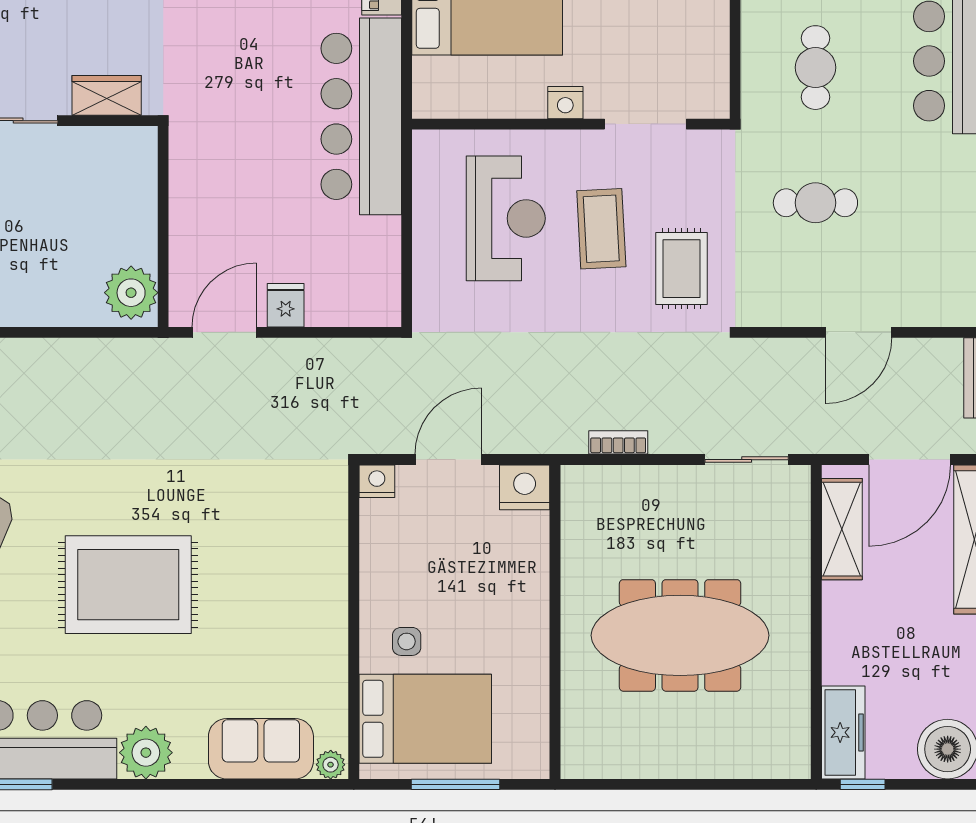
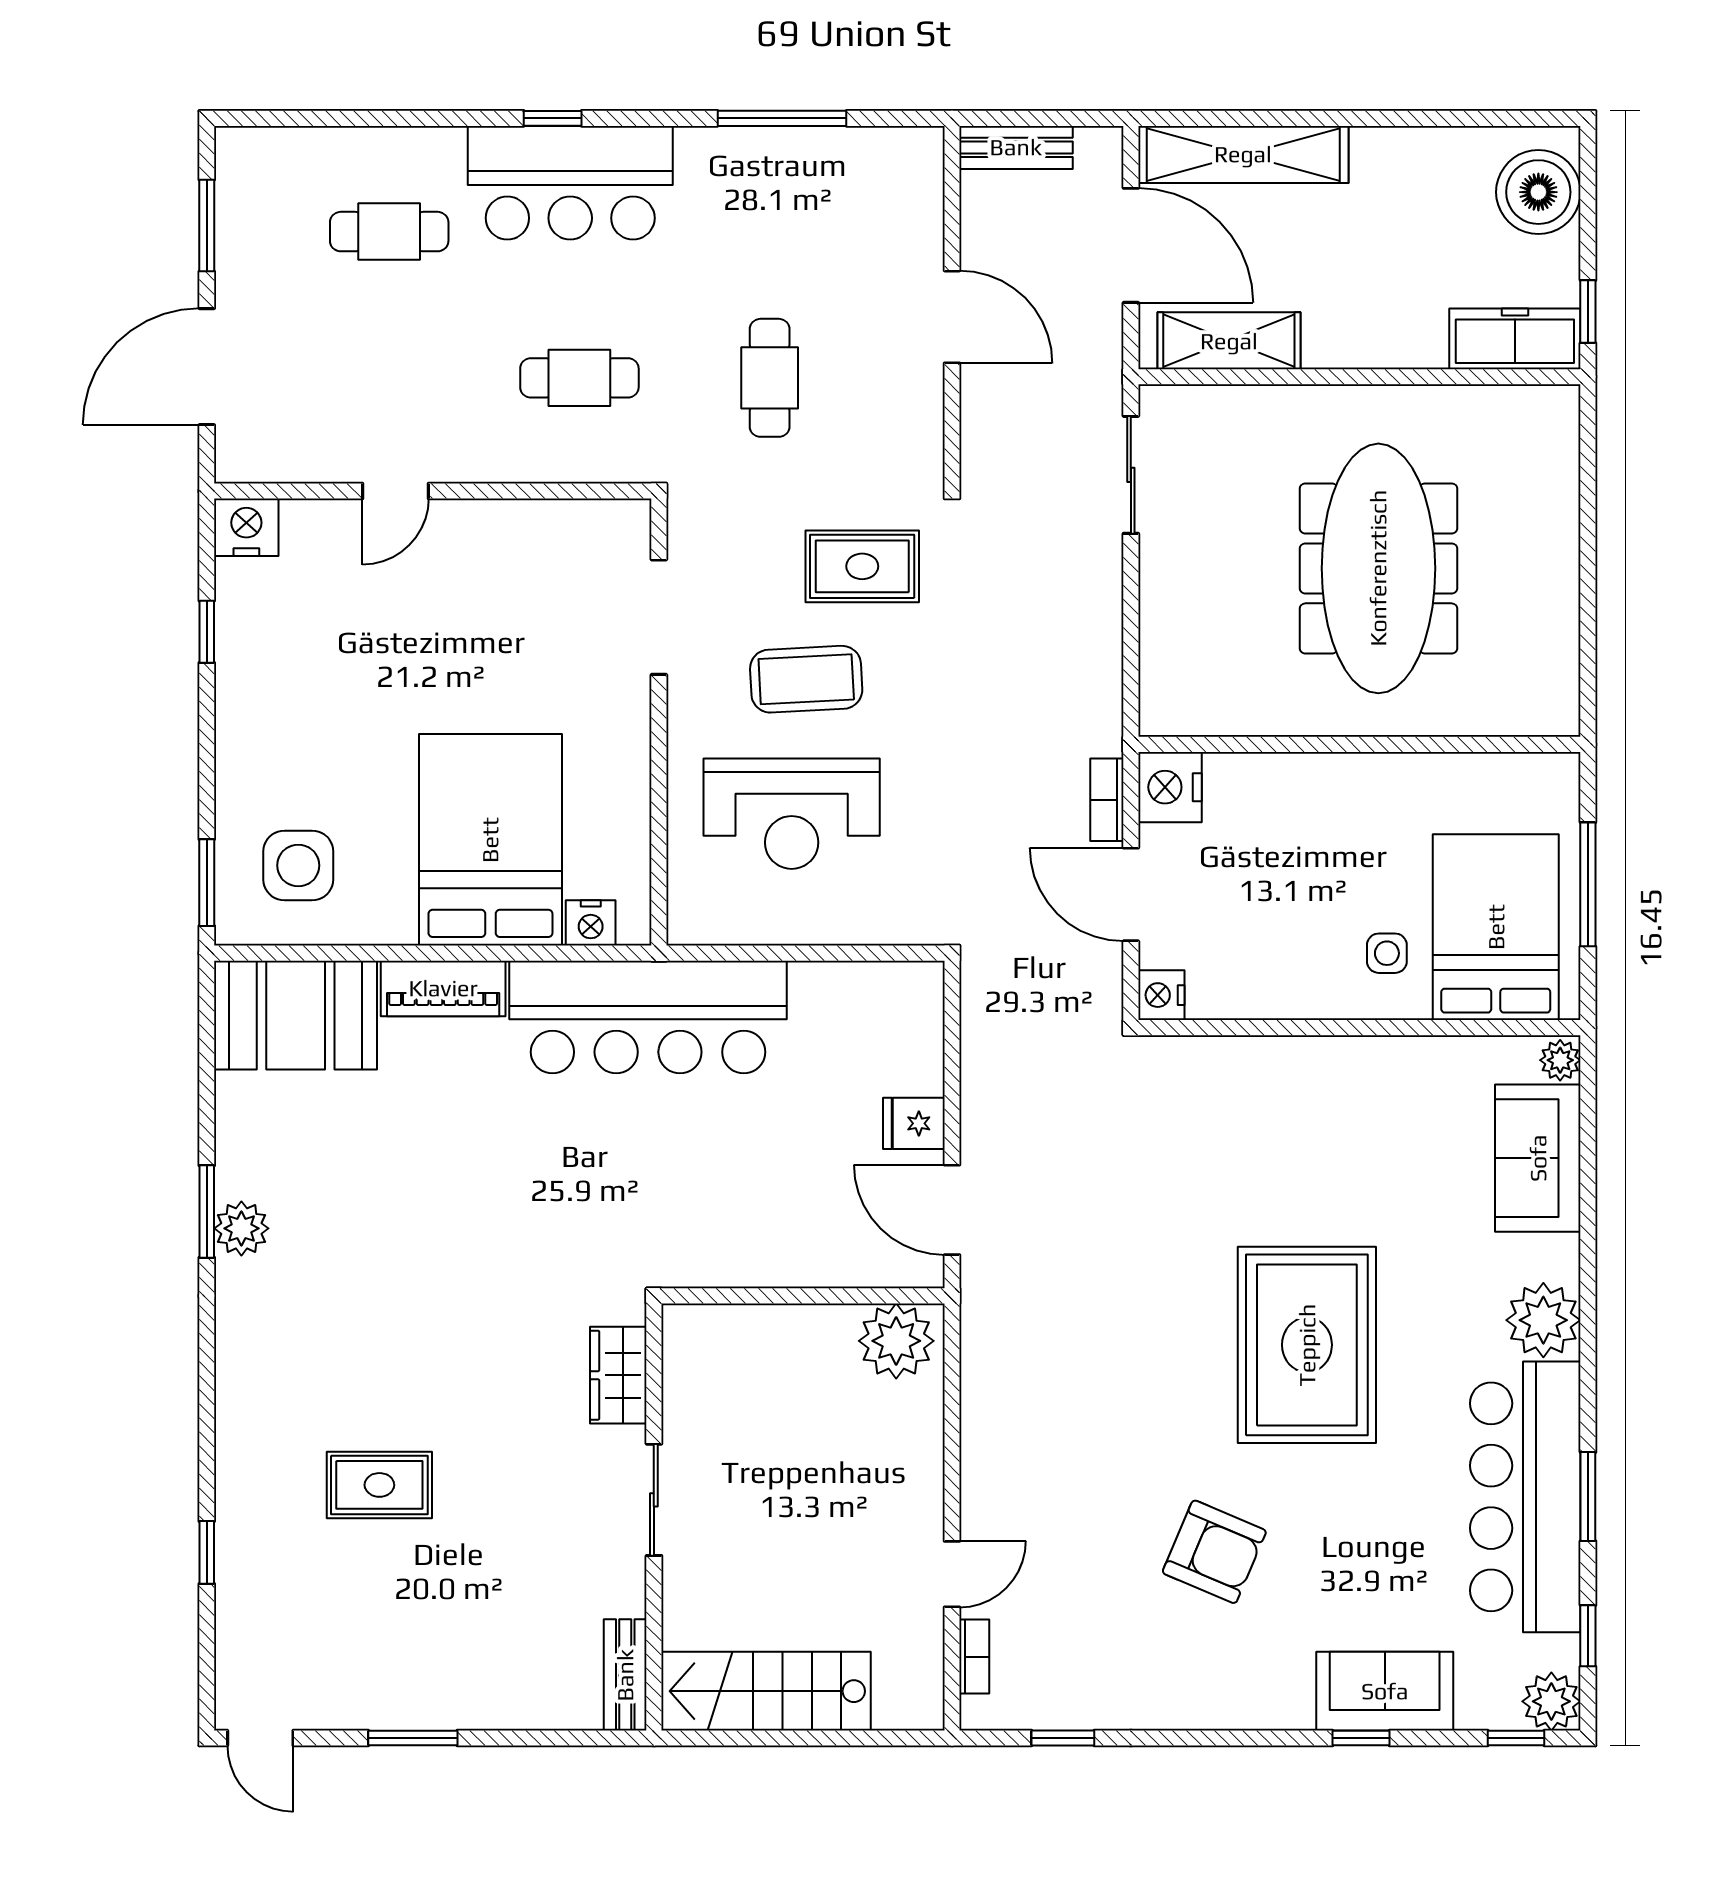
nightstand: (565, 103) -> (591, 923), moved, turned 90
reception desk: (506, 218) -> (792, 814), turned 180
bookcase: (618, 442) -> (1107, 800), moved

